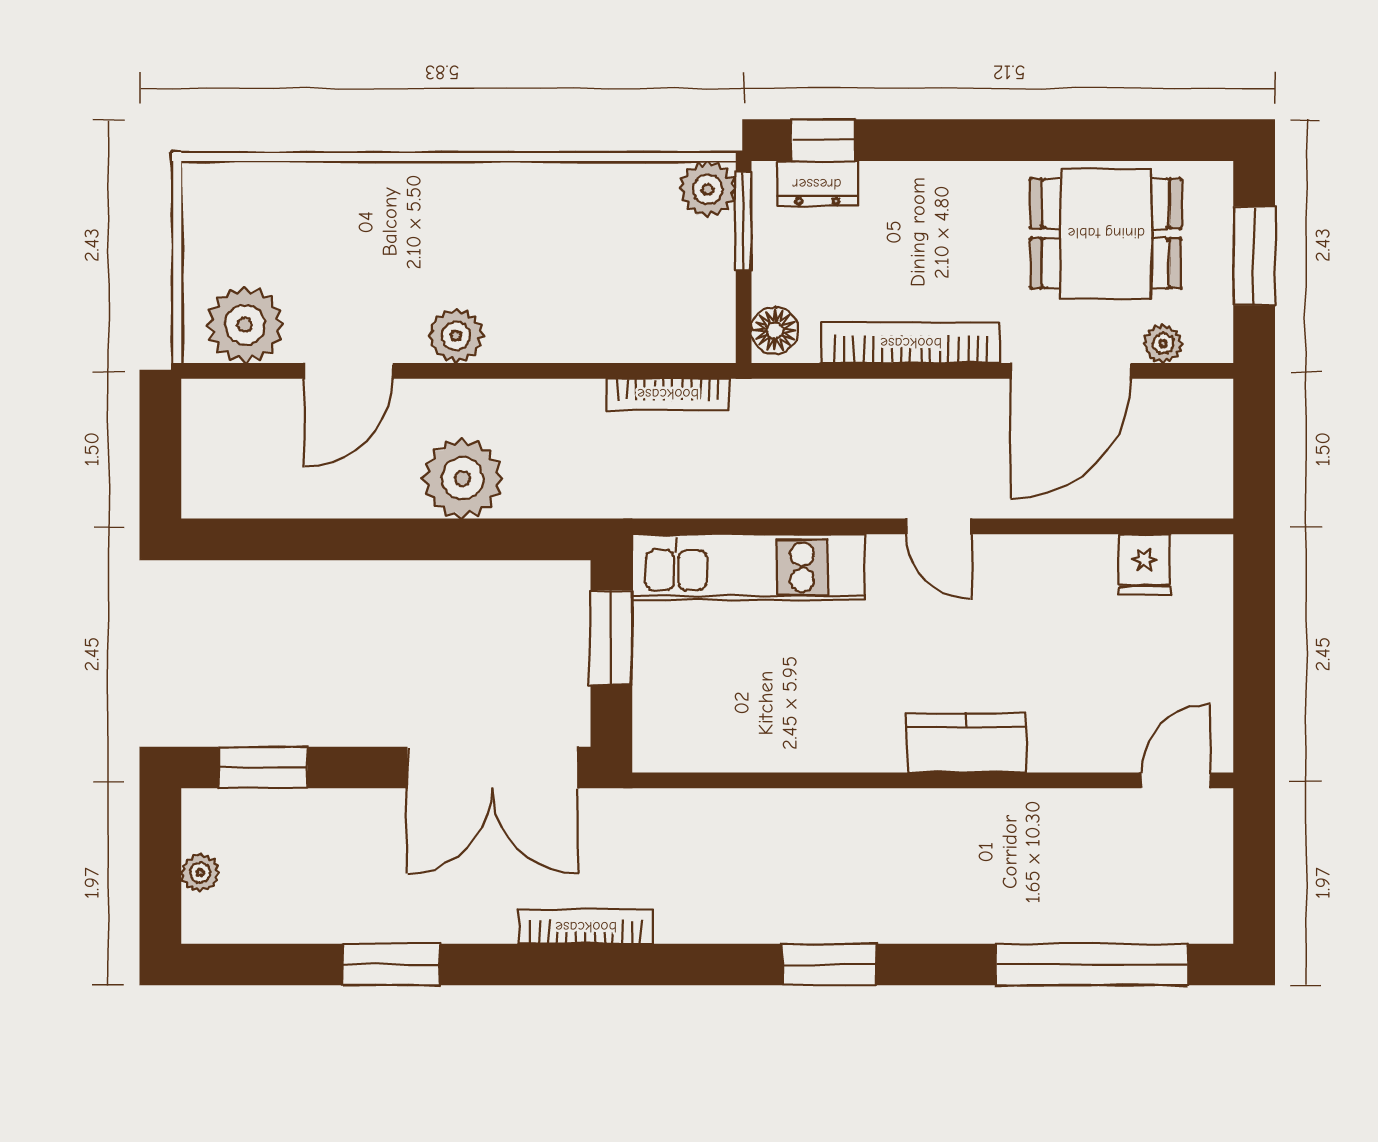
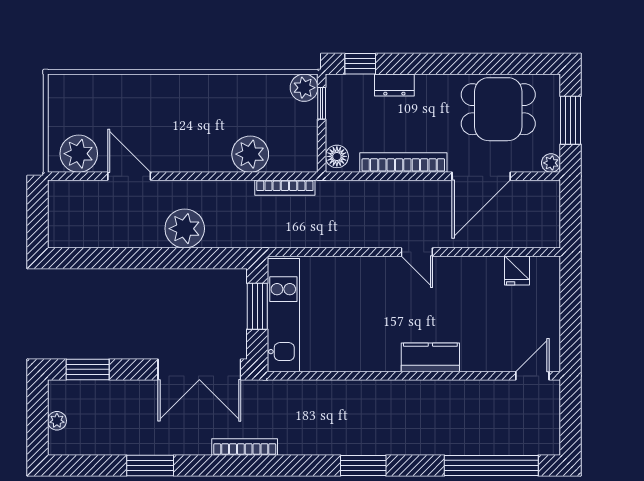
dresser: (817, 184) -> (394, 85), moved
window: (744, 221) -> (322, 103), width x0.67
plant: (456, 336) -> (250, 154), moved, width x1.36, depth x1.36
plant: (1163, 344) -> (551, 163), moved
door: (349, 371) -> (129, 176), swing flipped
kitchen unit: (749, 567) -> (283, 315), moved, turned -90

